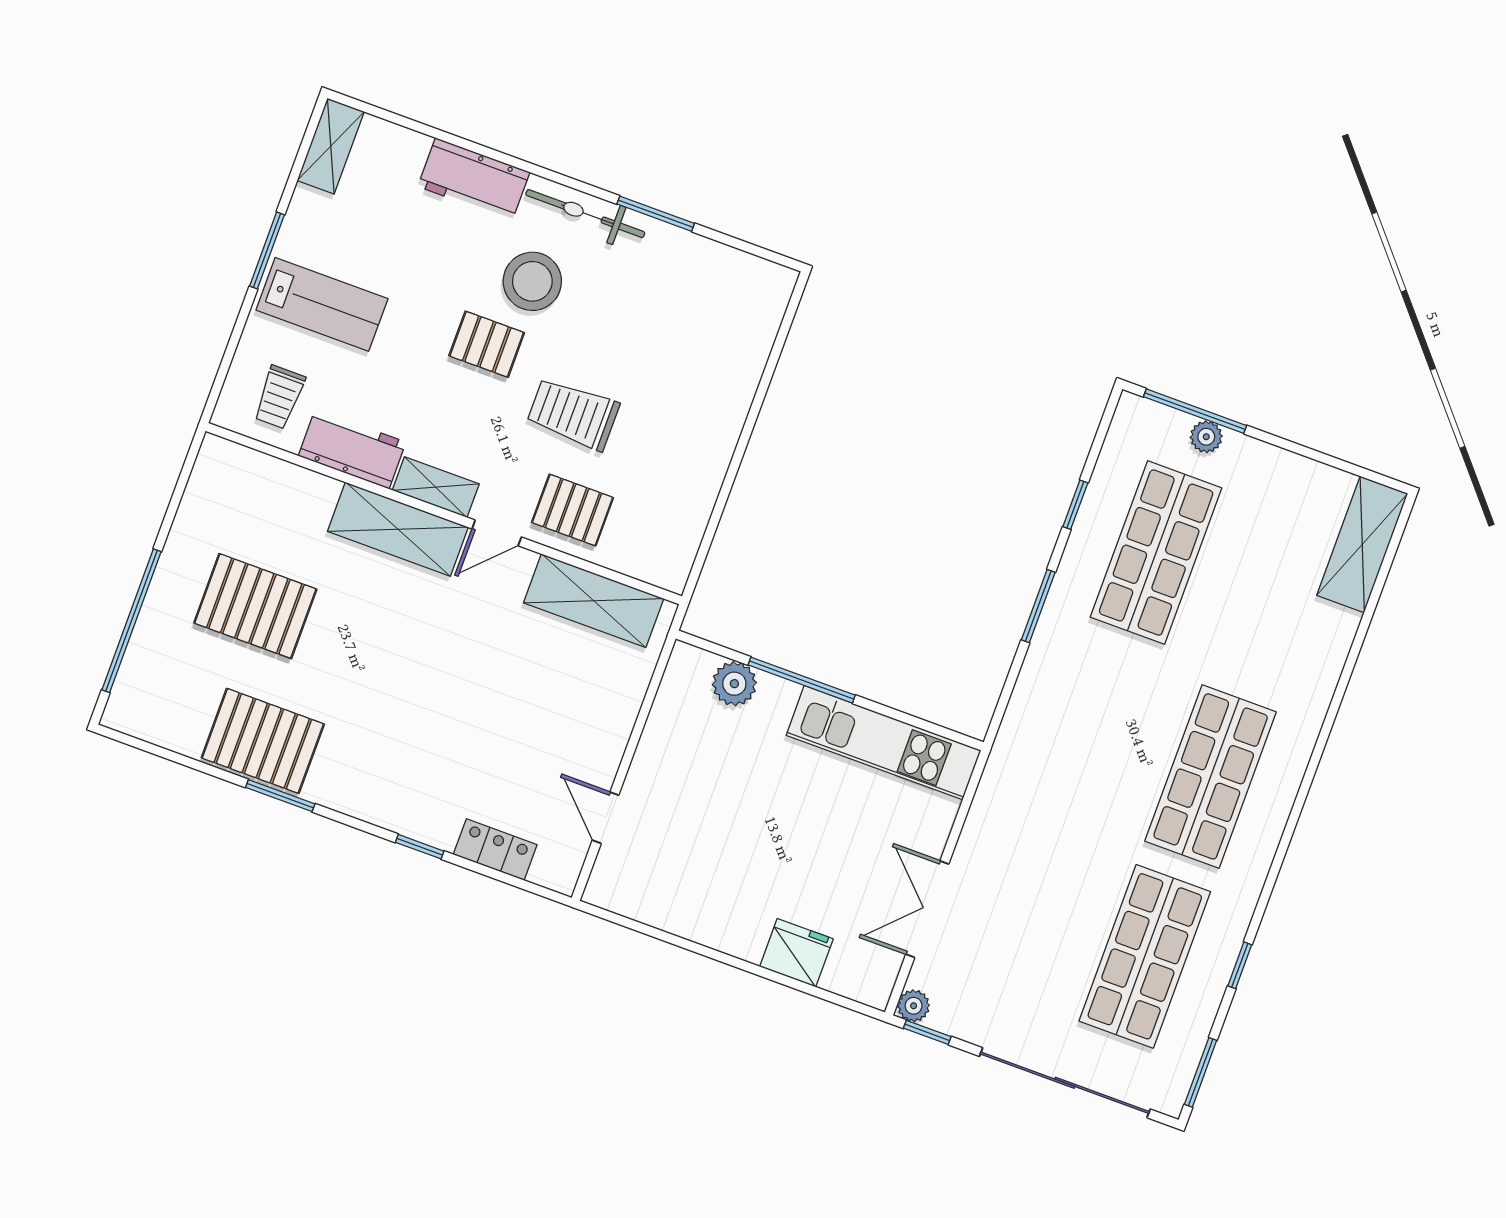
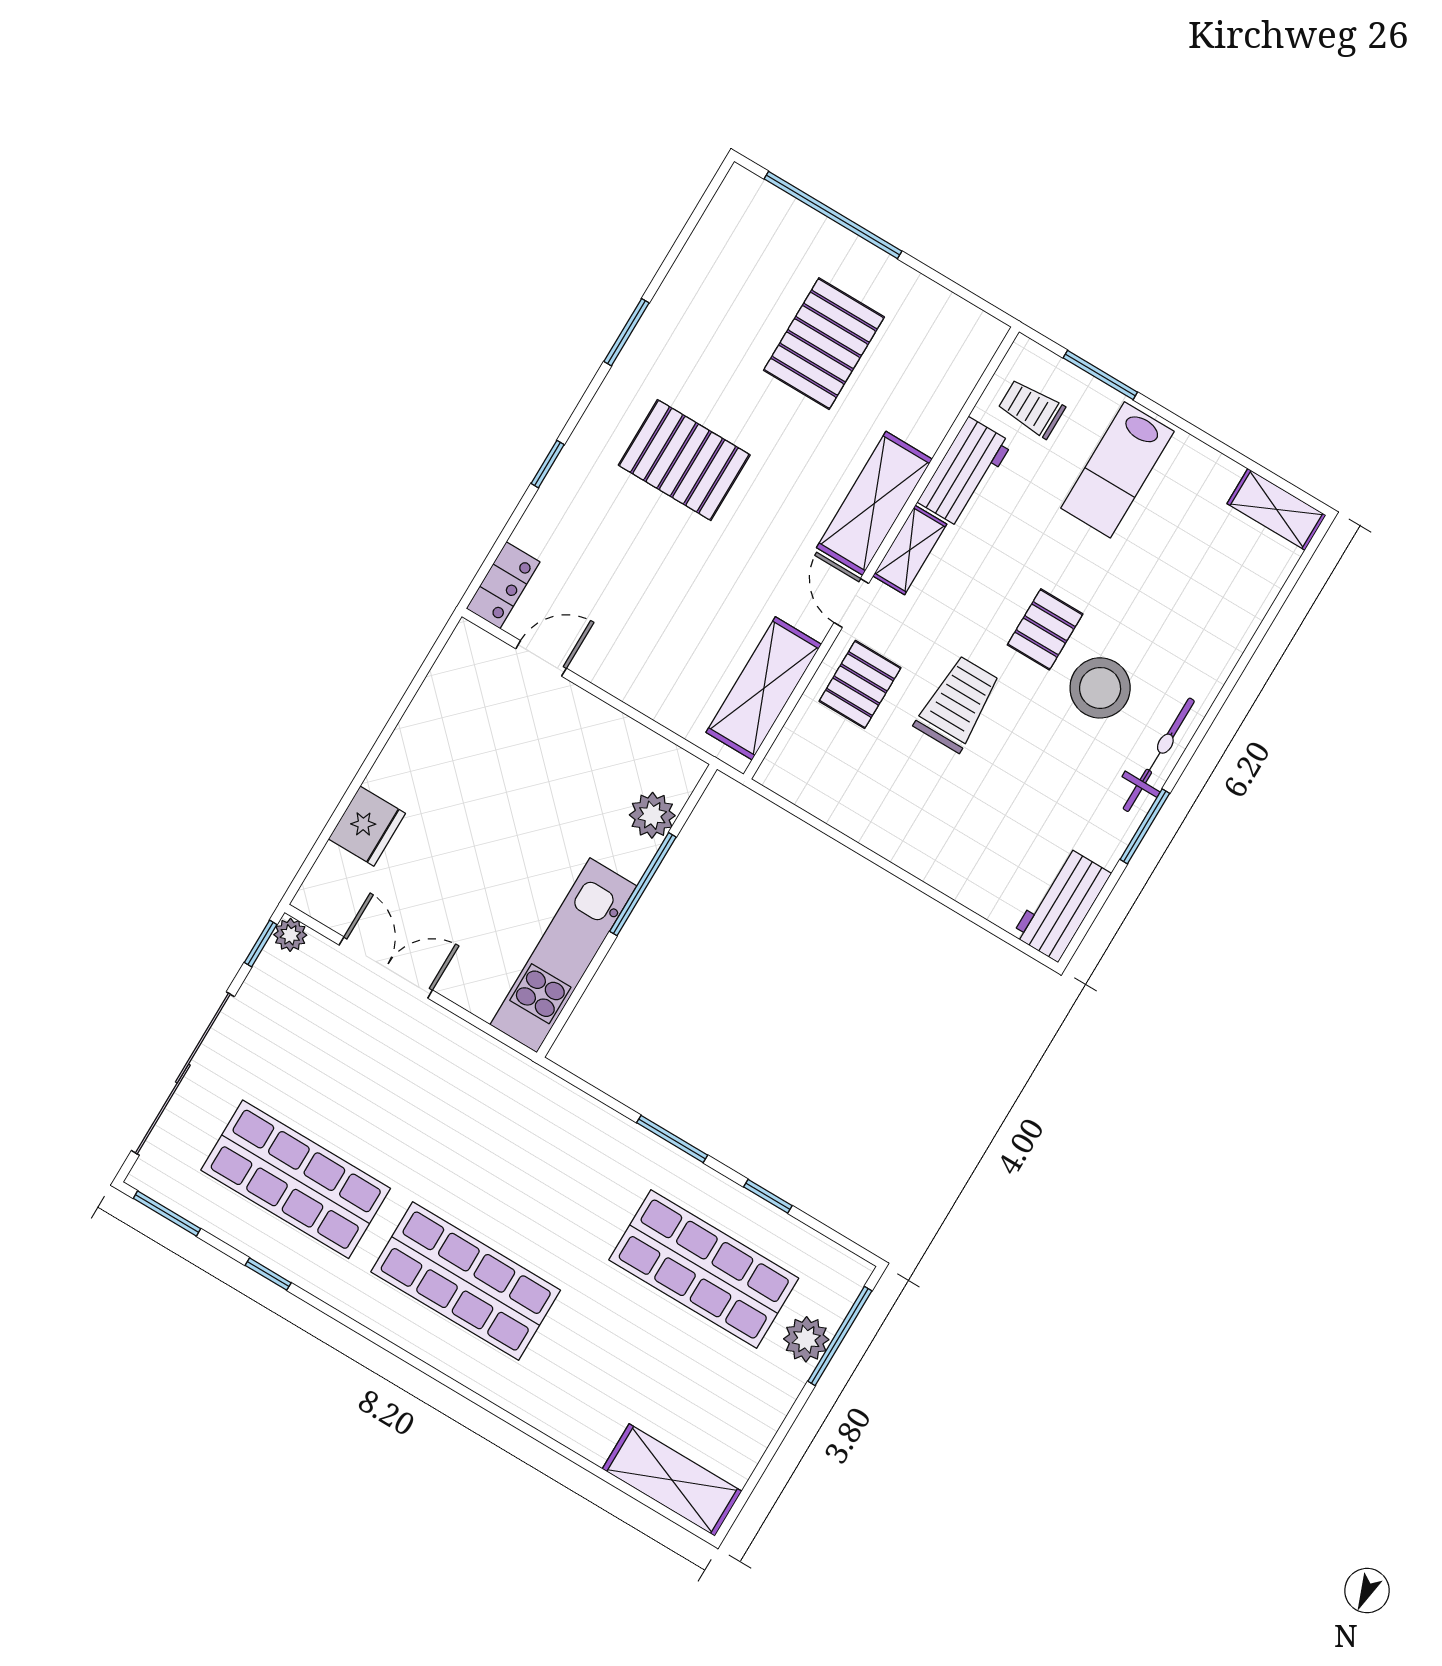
workbench: (474, 179) -> (1062, 904), moved
window: (267, 250) -> (1100, 375), moved
plant: (1206, 437) -> (806, 1339), width x1.38, depth x1.38
pallet: (263, 741) -> (684, 460), moved, turned 90
locker: (495, 850) -> (503, 585), moved

